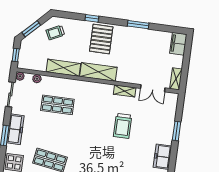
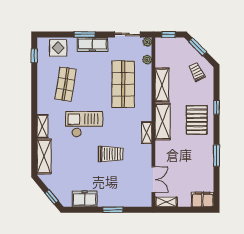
pallet: (101, 39) -> (197, 120), turned 90
double door: (153, 88) -> (153, 179), swing flipped
shelving: (125, 91) -> (147, 133), moved
shop shelf: (57, 105) -> (123, 84), width x1.43, depth x1.36
trolley: (123, 126) -> (111, 154), turned 180
checkout: (91, 148) -> (84, 124), added

